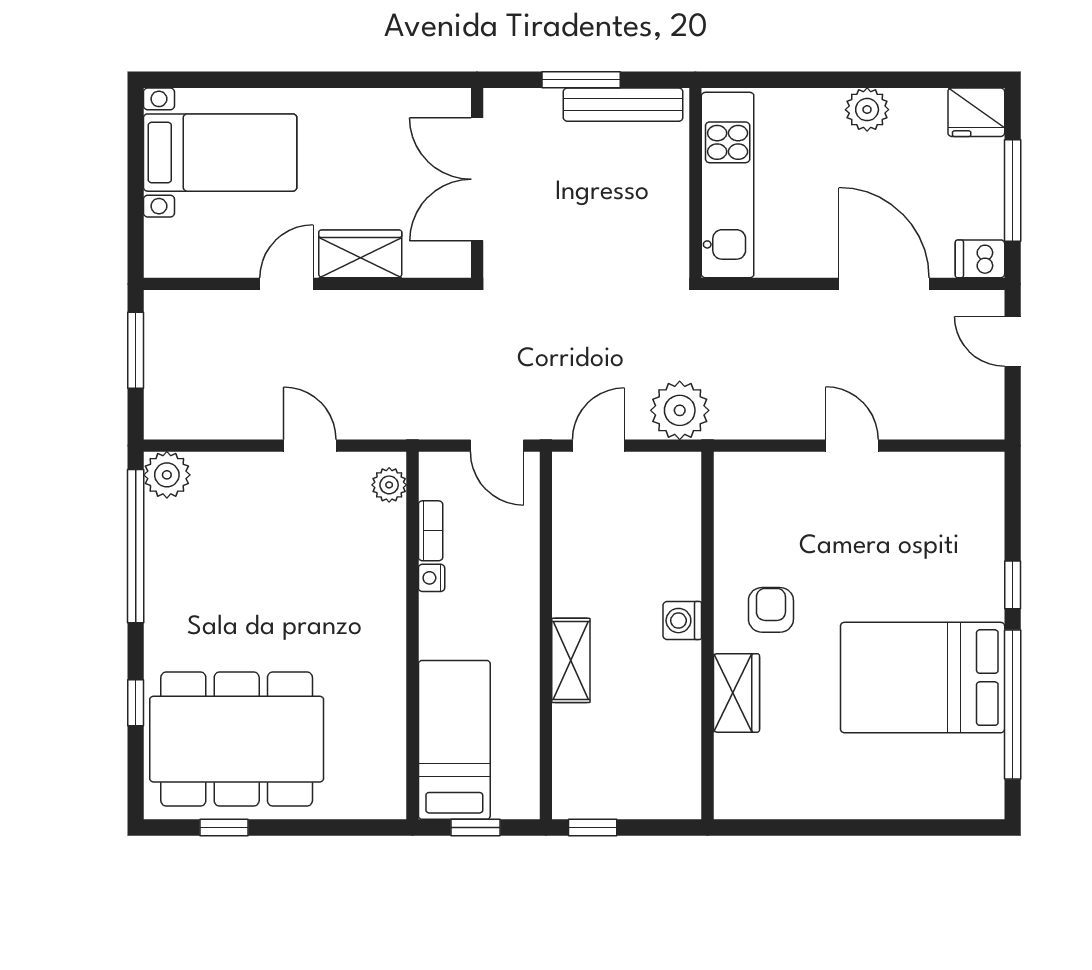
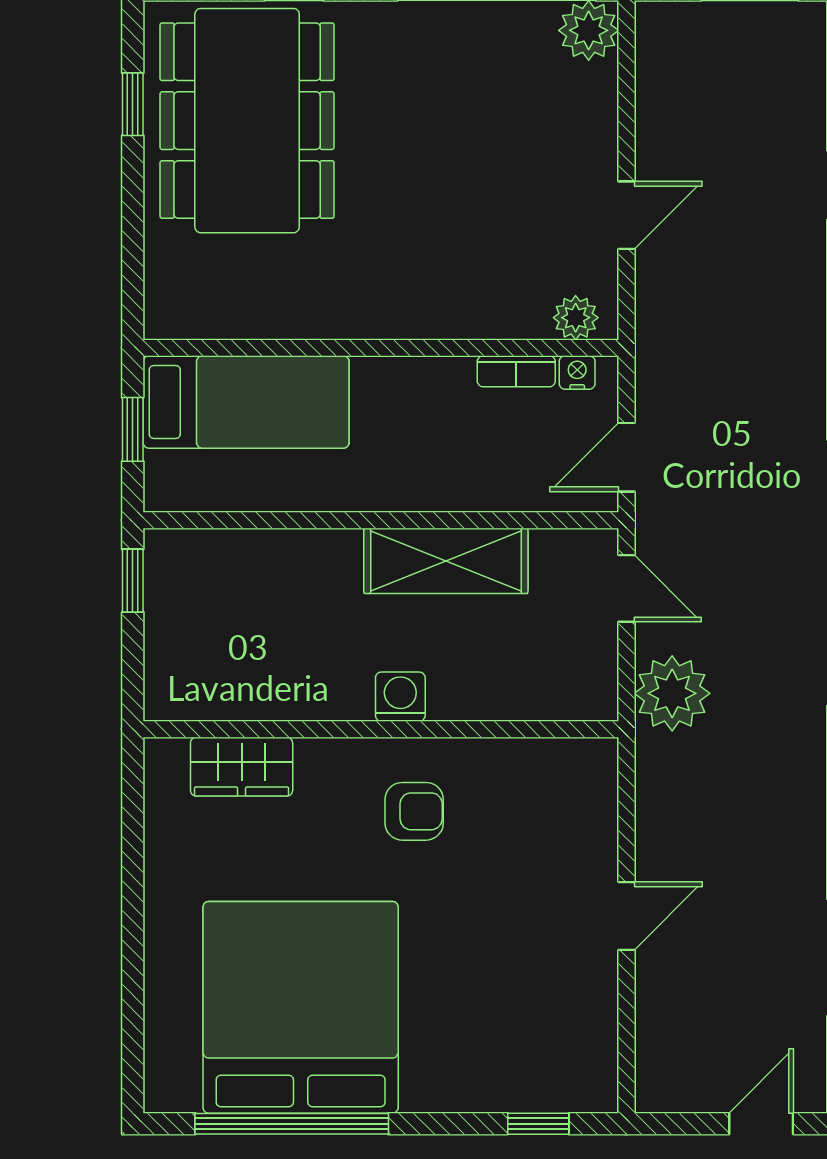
nightstand: (432, 578) -> (577, 373), moved
window: (1013, 585) -> (538, 1124), moved
shelving: (571, 660) -> (446, 561), moved, width x1.50, depth x1.33
bed: (923, 678) -> (301, 1007), width x1.36
wardrobe: (736, 693) -> (242, 767), moved

